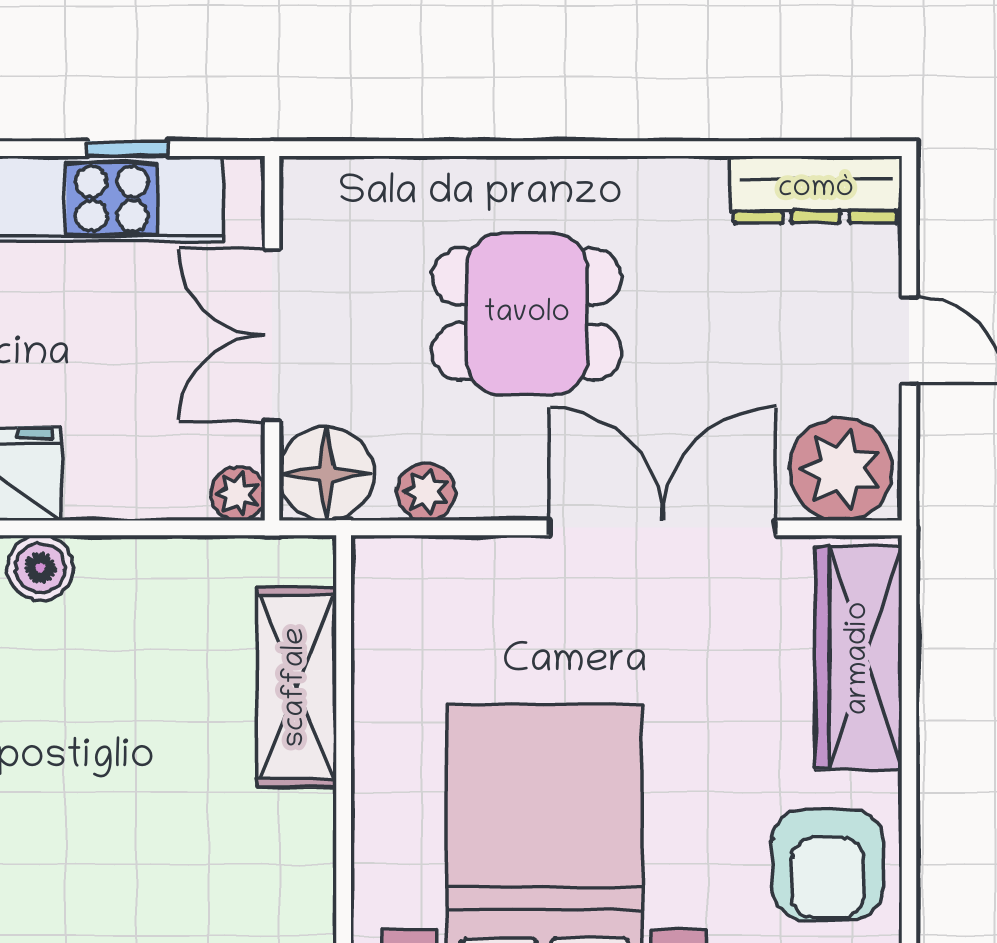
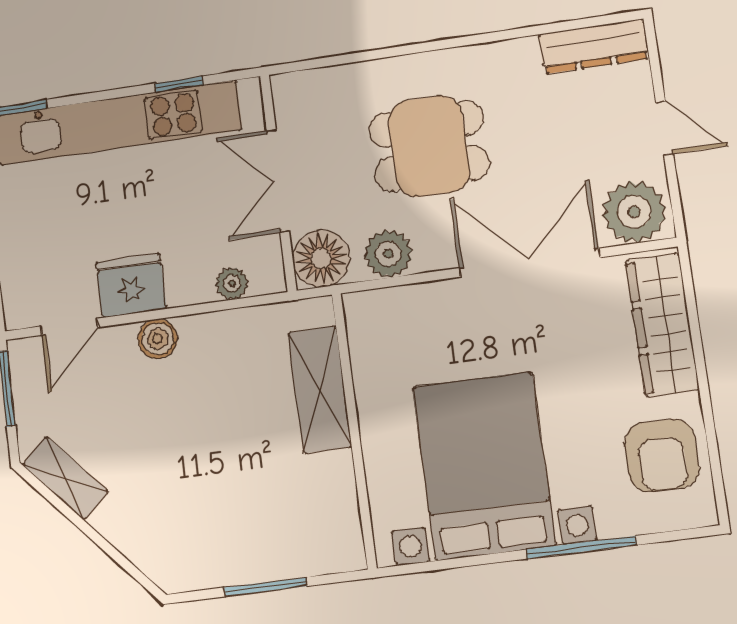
plant: (426, 492) -> (388, 254), width x1.38, depth x1.38
plant: (238, 494) -> (232, 283), moved

